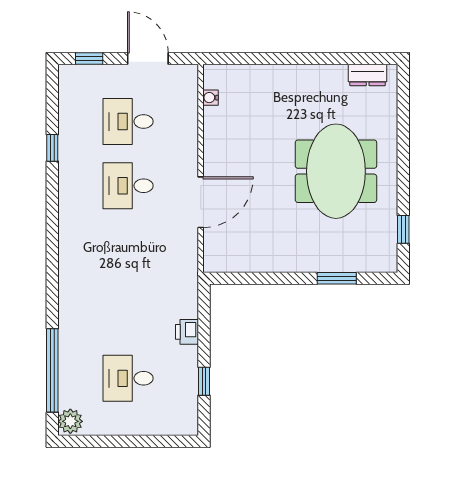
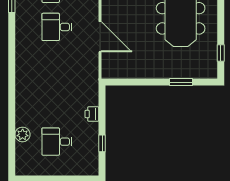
door: (201, 202) -> (100, 37), hinge flipped
window: (52, 370) -> (12, 137), removed
plant: (70, 421) -> (23, 134), moved

